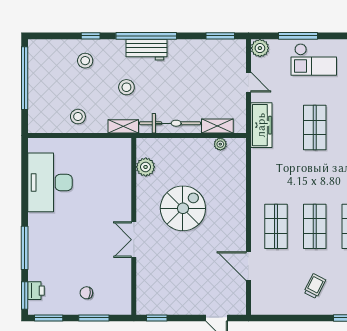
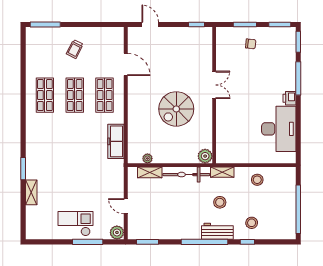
workbench: (146, 50) -> (217, 231), moved
freezer: (261, 125) -> (116, 141), moved
shop shelf: (315, 127) -> (75, 171), removed
plant: (146, 167) -> (205, 156), moved
printer: (36, 291) -> (289, 98), moved

